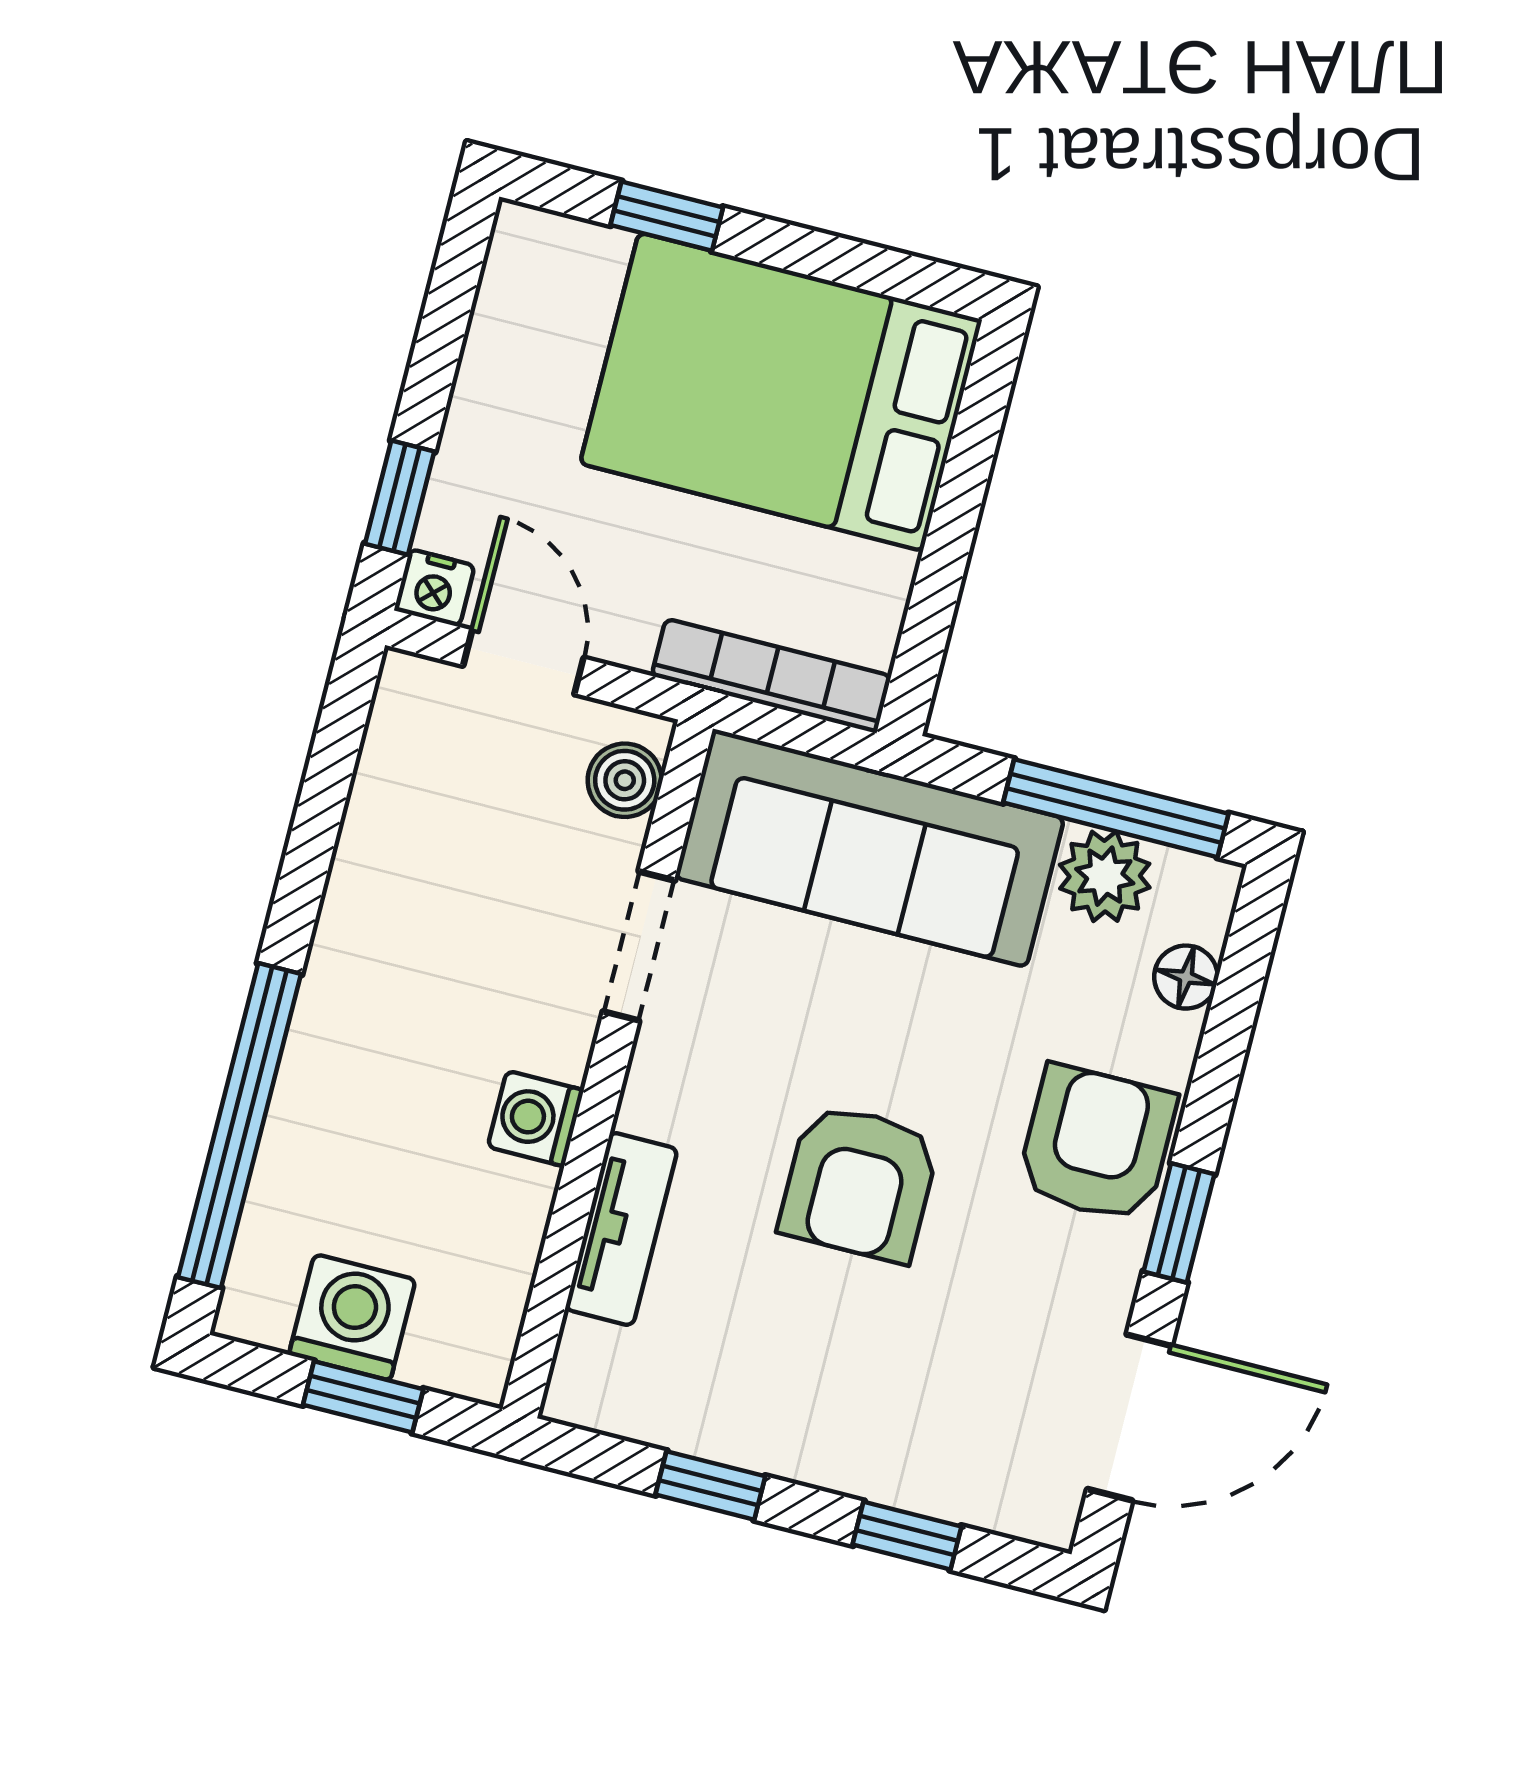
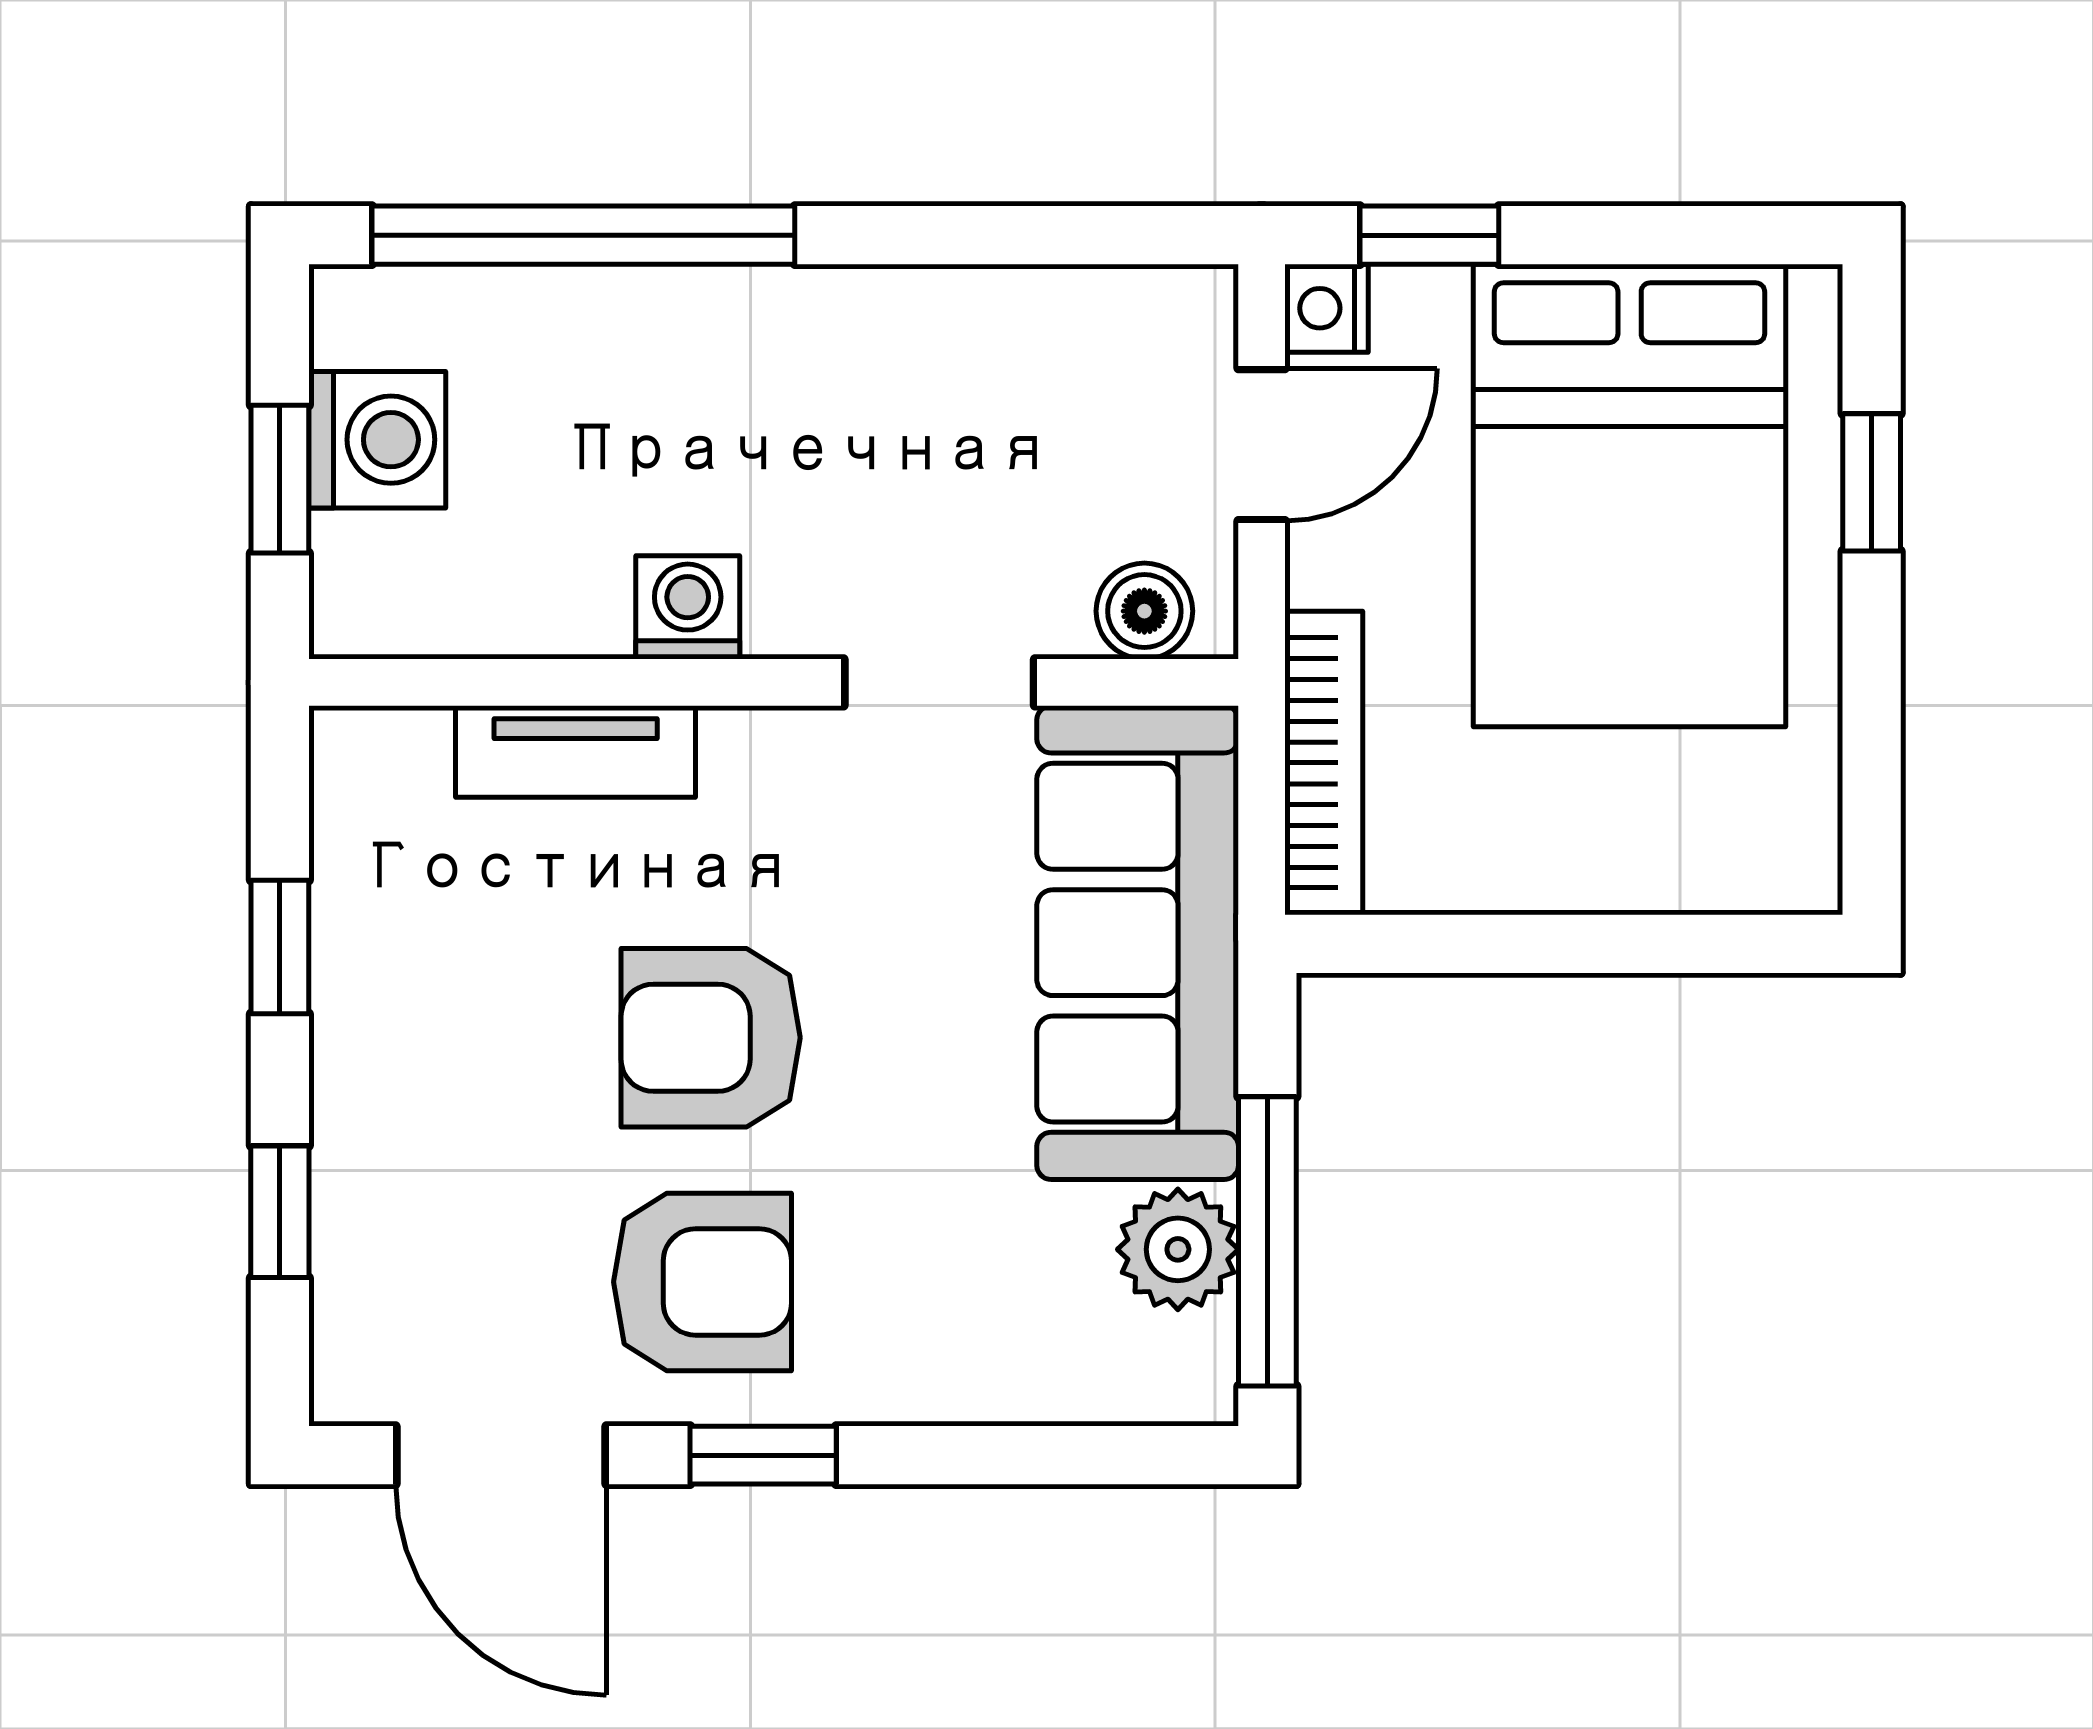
bed: (781, 392) -> (1630, 496), moved, turned 180
floor lamp: (1186, 977) -> (1076, 1385), removed
armchair: (1097, 1144) -> (702, 1282), moved

